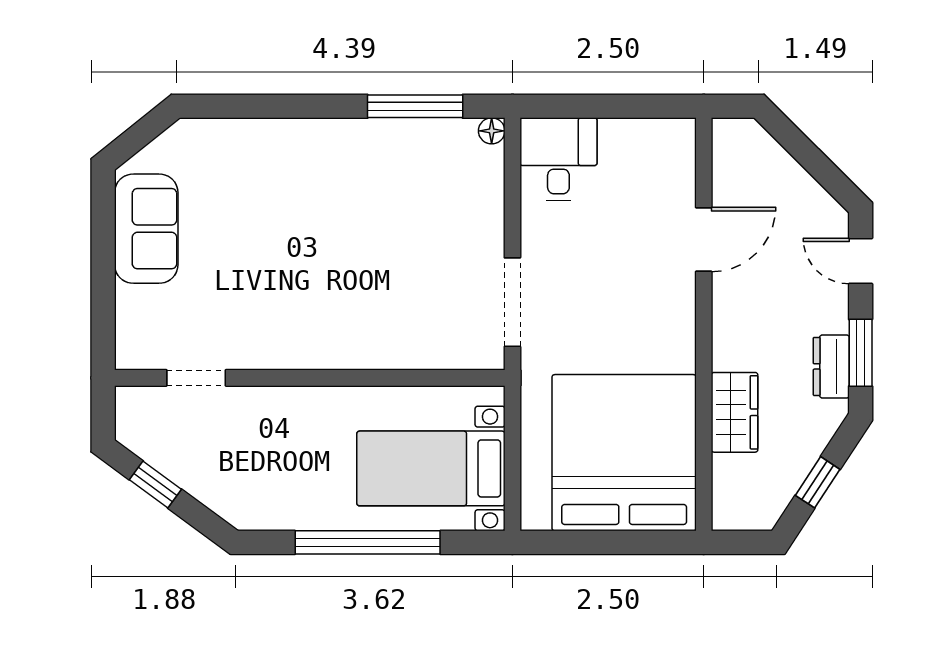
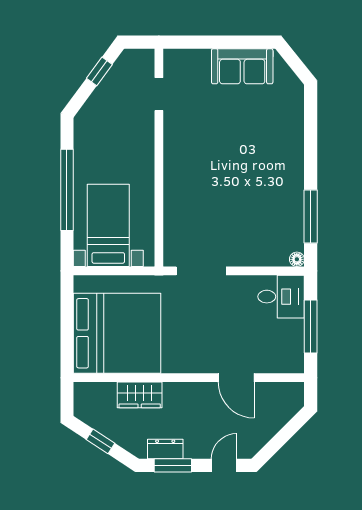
window: (612, 106) -> (311, 327), added

